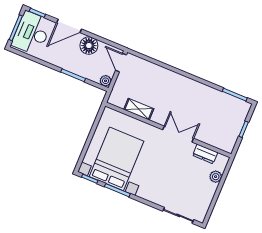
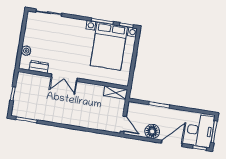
plant: (106, 81) -> (132, 106), removed
shelving: (139, 109) -> (116, 92), moved

